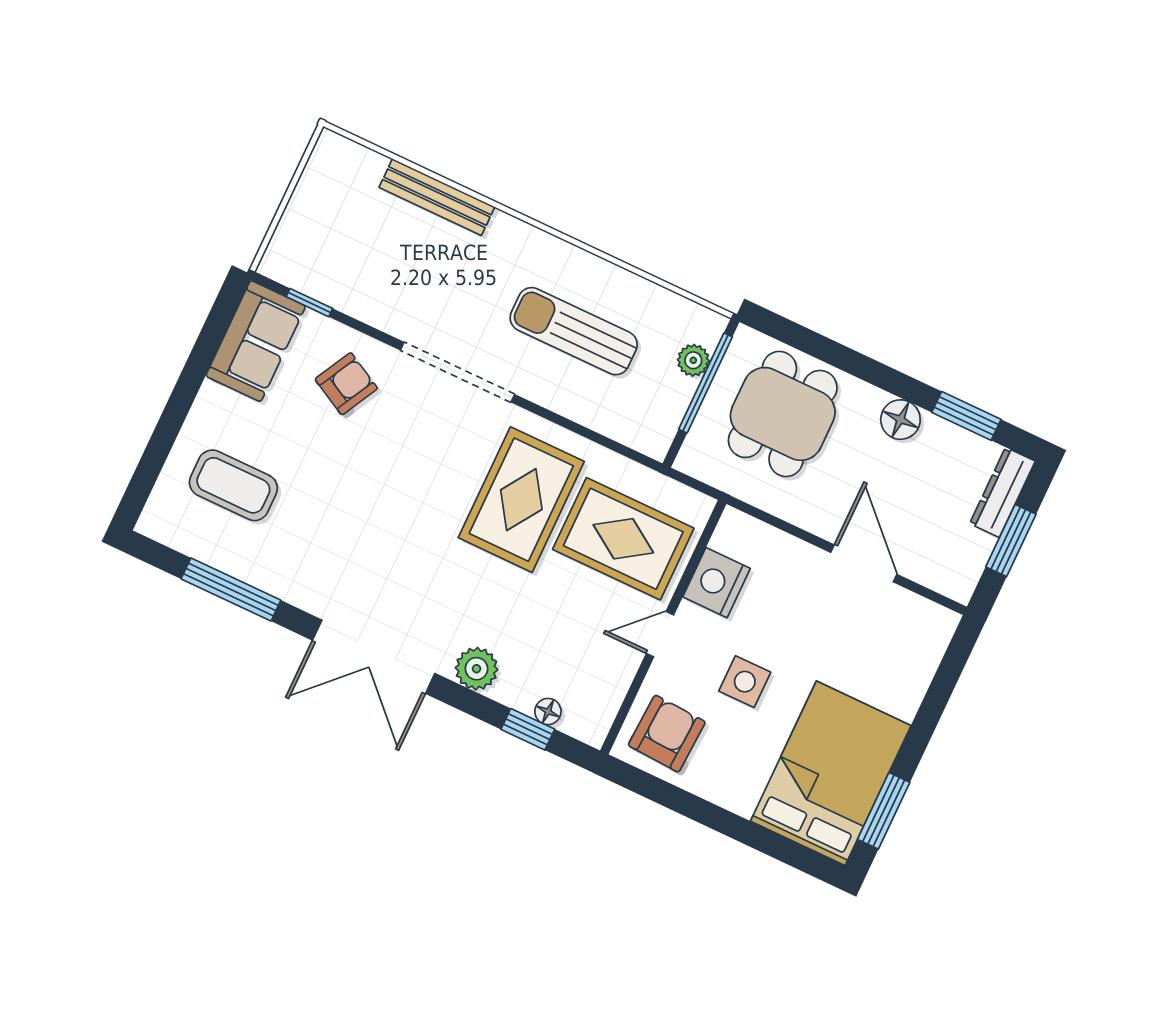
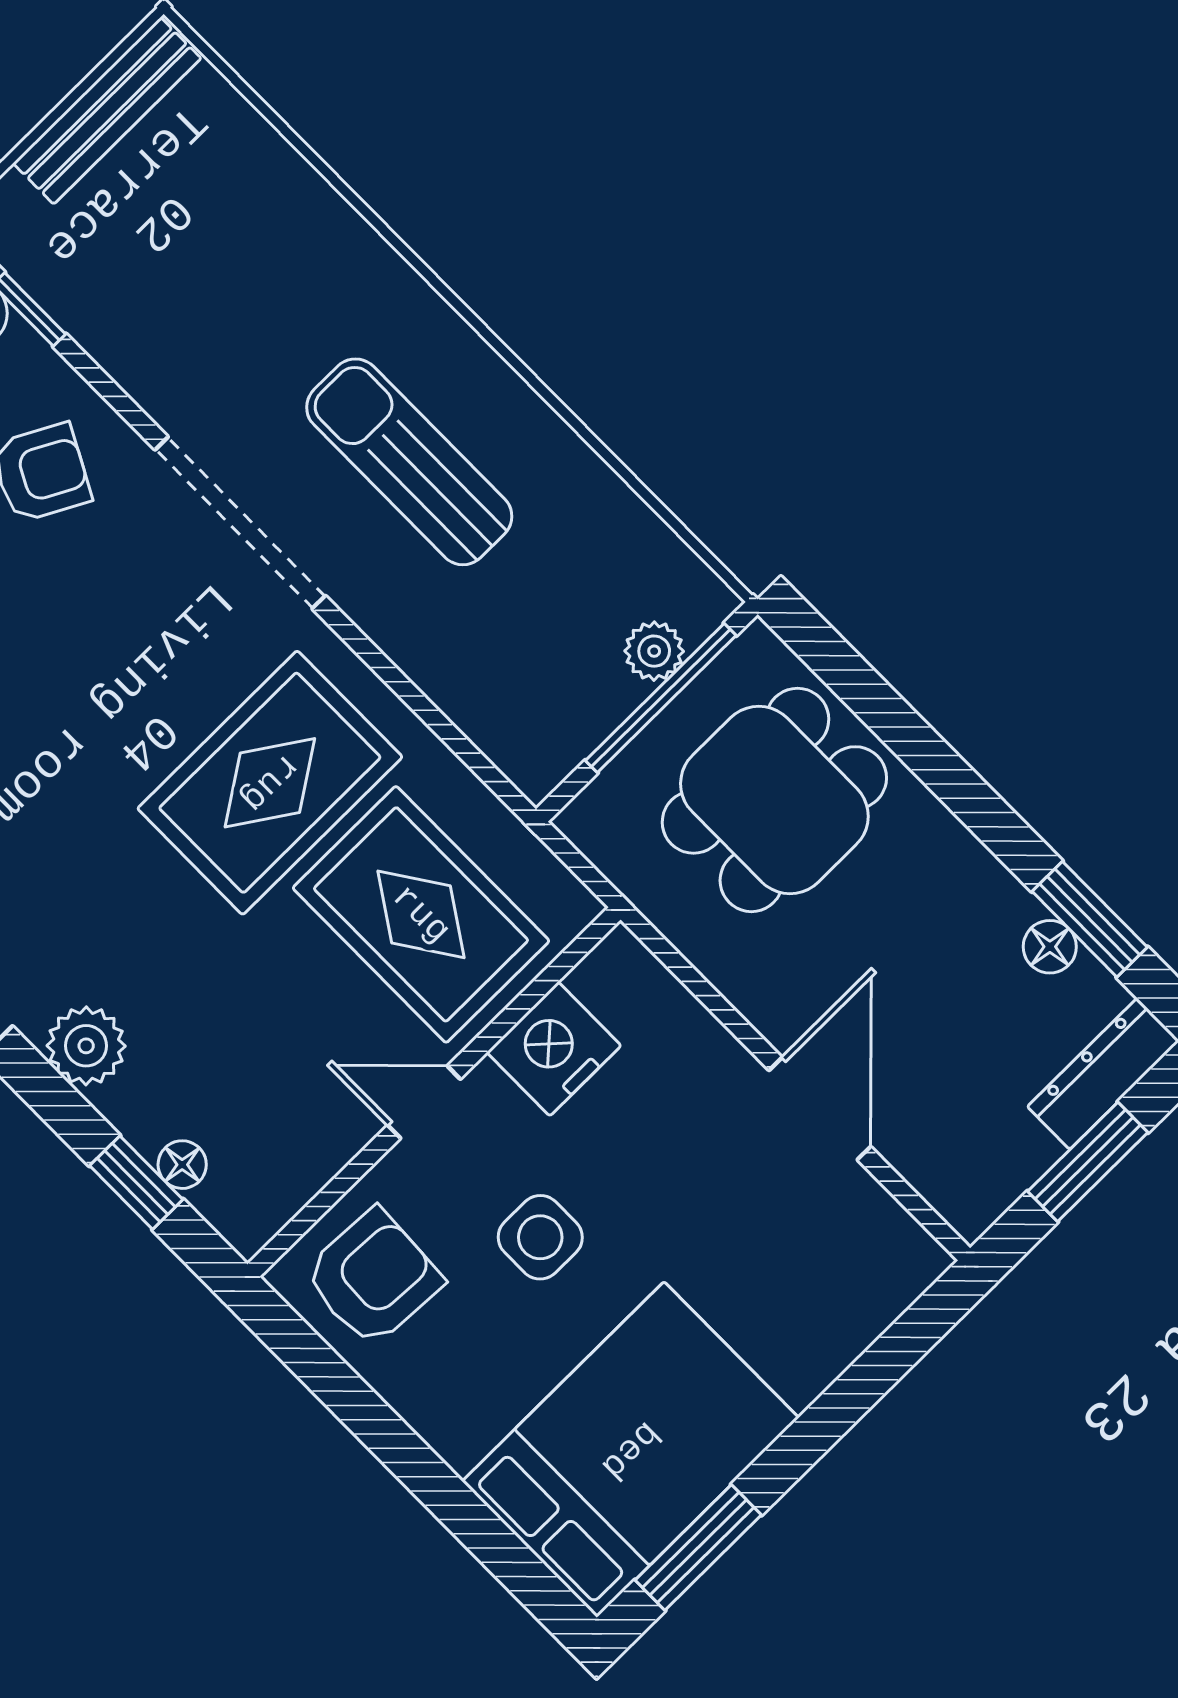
bench: (437, 197) -> (107, 111), moved, turned 90
sun lounger: (574, 331) -> (409, 462), moved
floor lamp: (900, 420) -> (1050, 947), moved, width x0.73, depth x0.73

